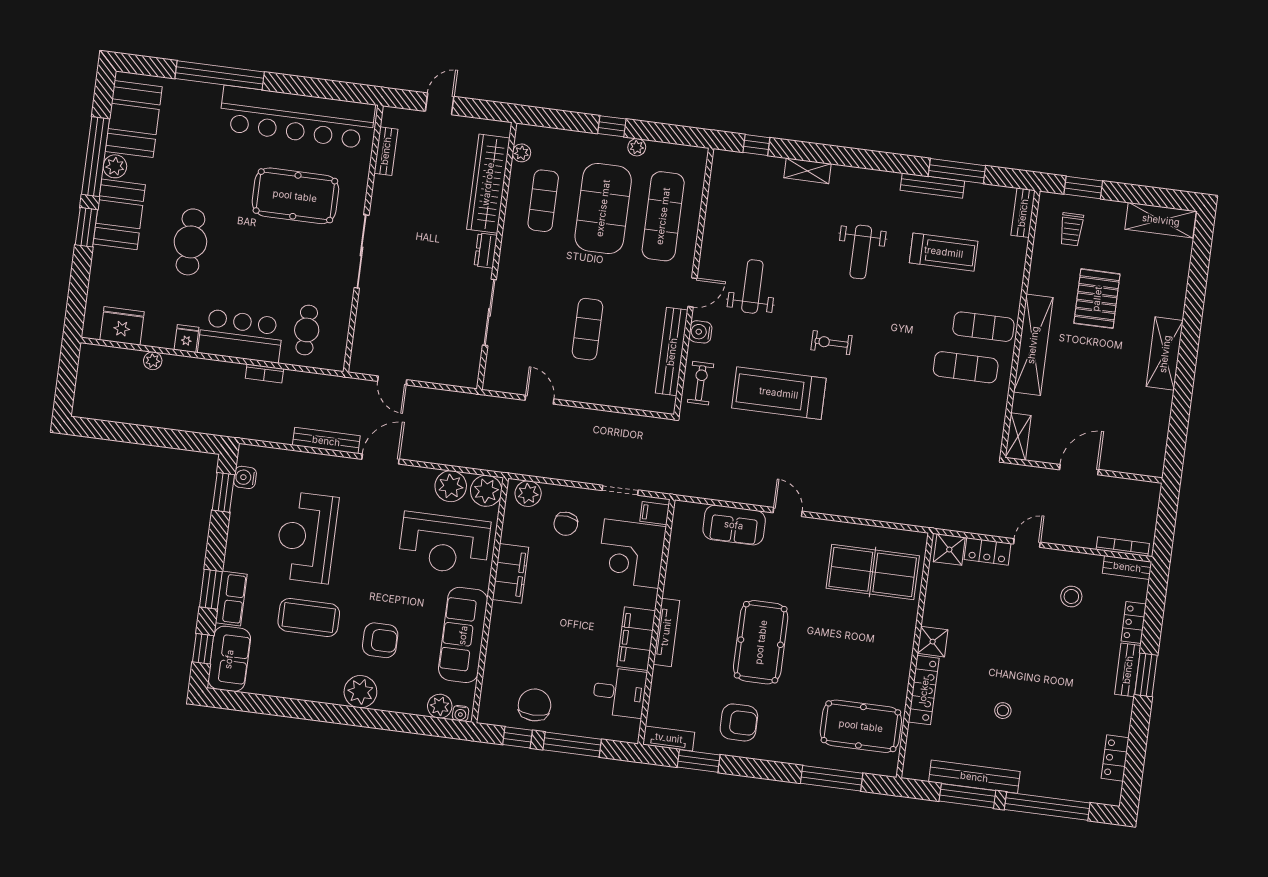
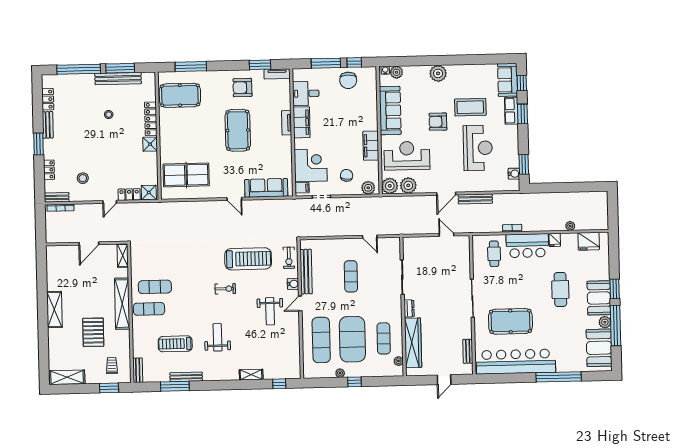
sofa: (734, 525) -> (266, 188), width x1.36
tv unit: (666, 632) -> (287, 123), width x0.71
armchair: (380, 640) -> (438, 122), moved
bench: (1128, 670) -> (48, 125), moved

